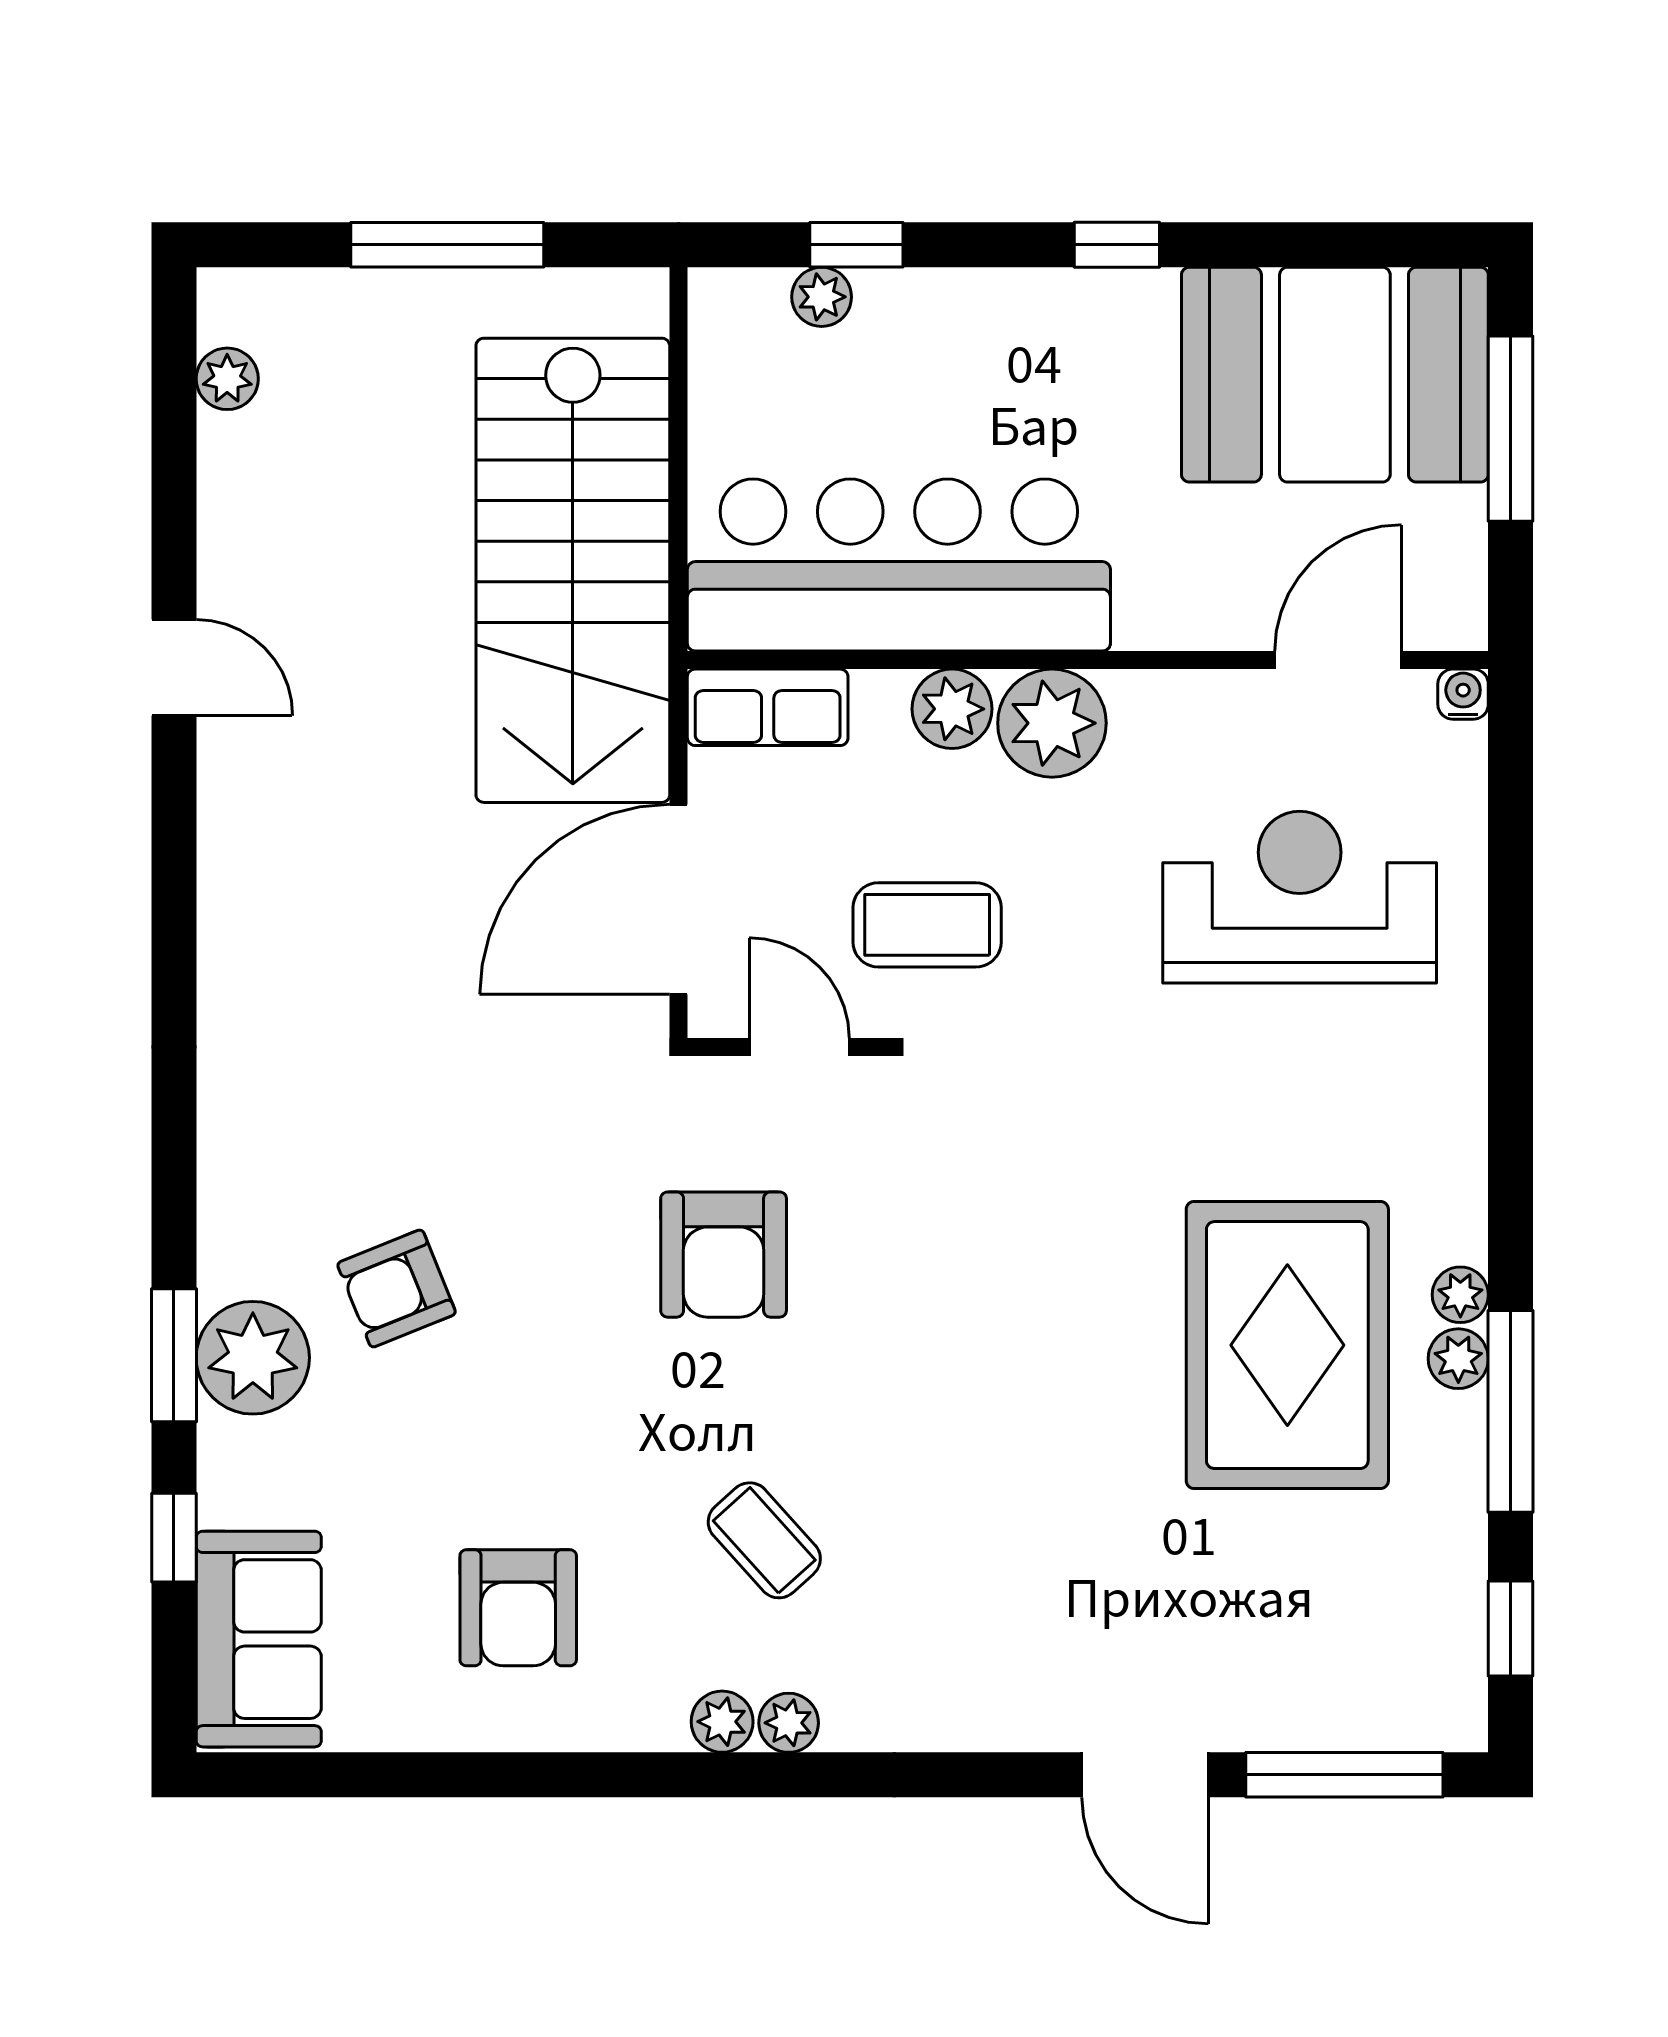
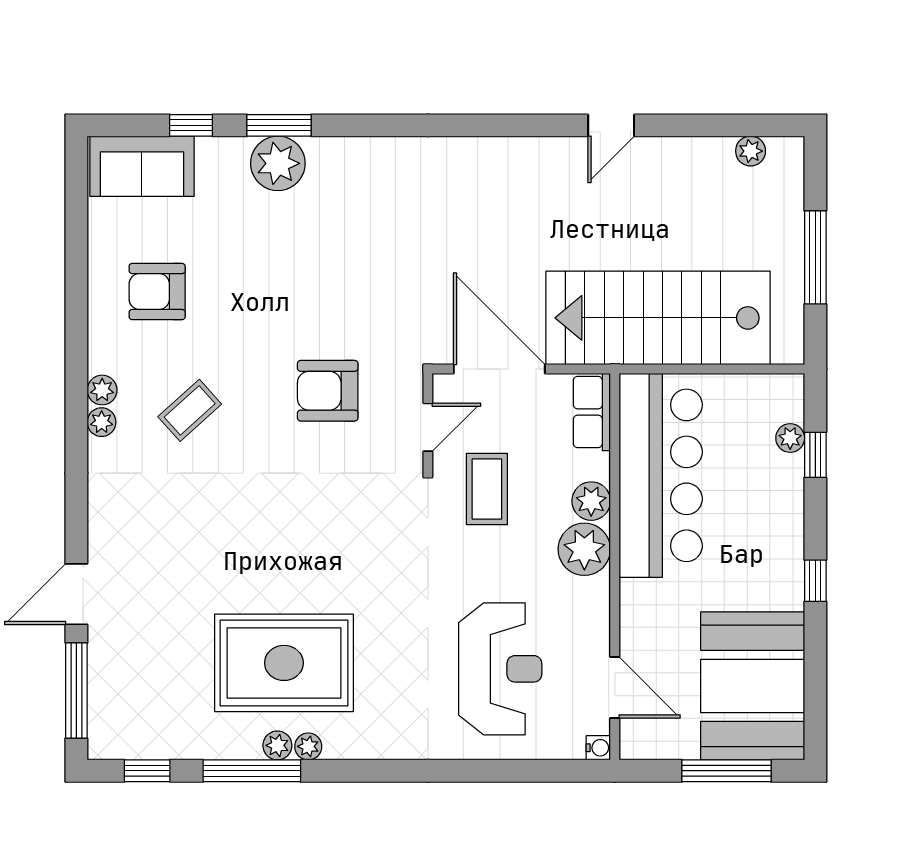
armchair: (397, 1289) -> (311, 233), removed

